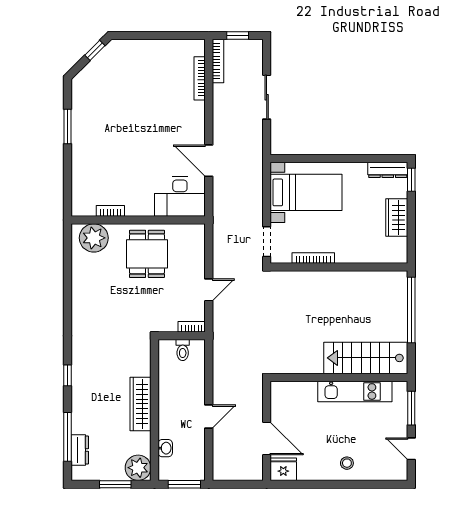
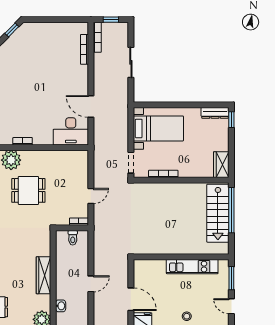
wardrobe: (397, 218) -> (221, 165), moved
dining table: (147, 254) -> (28, 190), moved, turned 90
stairs: (366, 358) -> (218, 213), moved, turned -90

